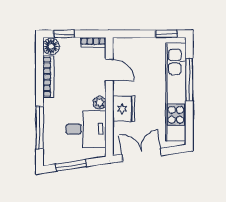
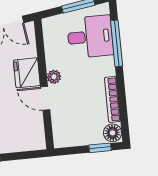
bookcase: (93, 42) -> (67, 142), removed
door: (109, 70) -> (45, 98), moved
desk: (86, 129) -> (90, 37), moved, turned 180

